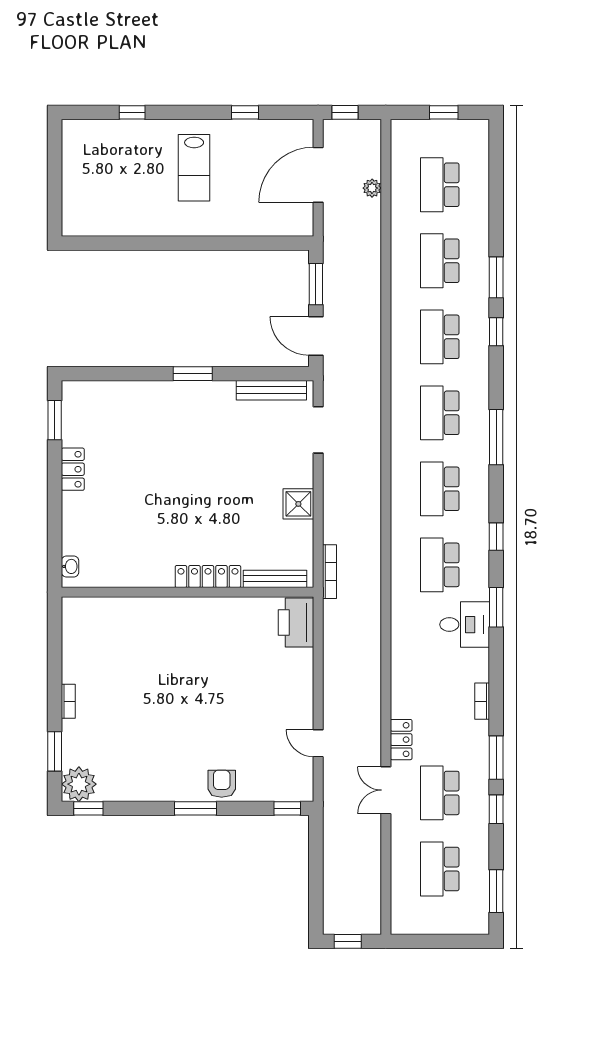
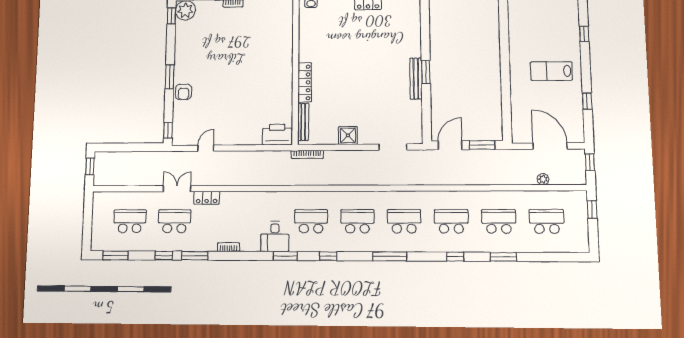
window: (444, 112) -> (592, 210), moved
window: (496, 277) -> (503, 257), moved
bench: (271, 390) -> (416, 79), moved
armchair: (222, 784) -> (183, 92), turned 90

